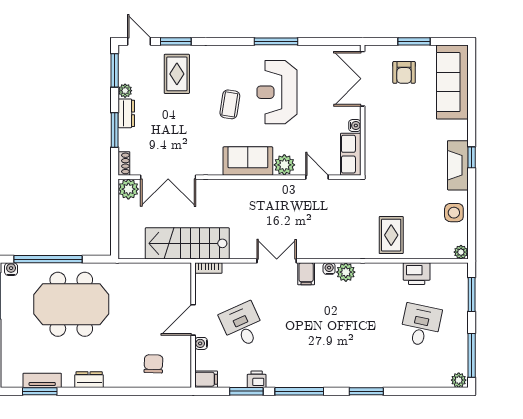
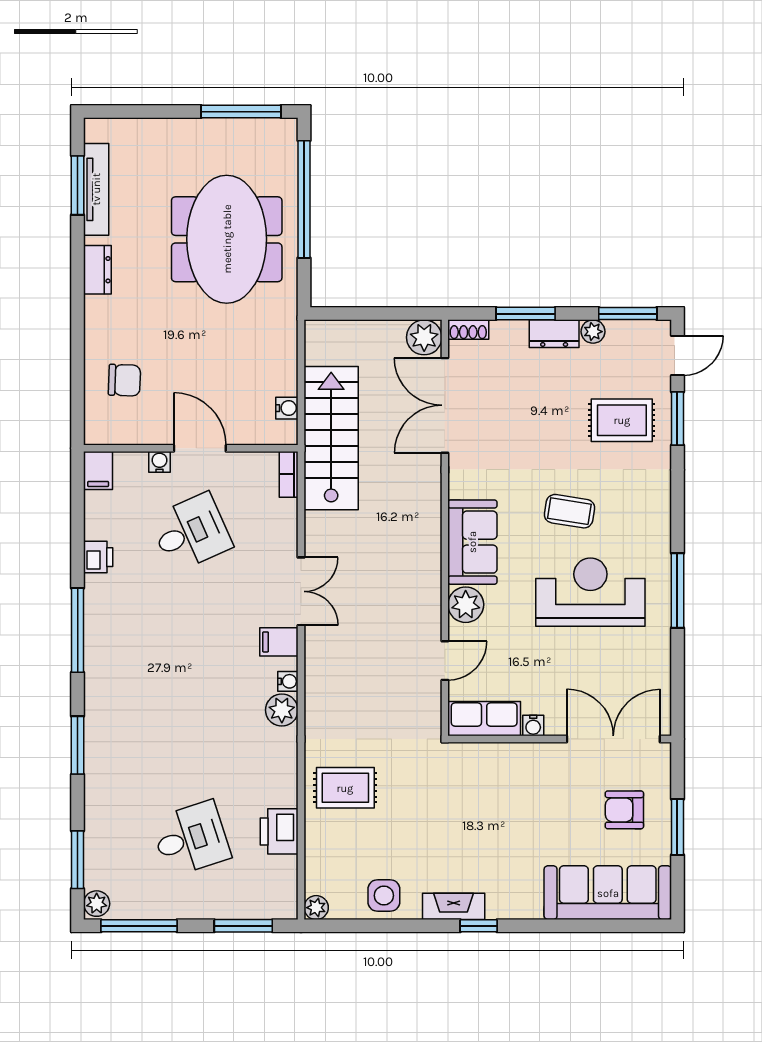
fireplace: (458, 165) -> (454, 906), width x0.73, depth x0.76
water cooler: (11, 269) -> (287, 408), moved
desk: (421, 325) -> (191, 839), turned -30
tv unit: (42, 380) -> (96, 189), width x1.41
window: (246, 391) -> (78, 860), moved

